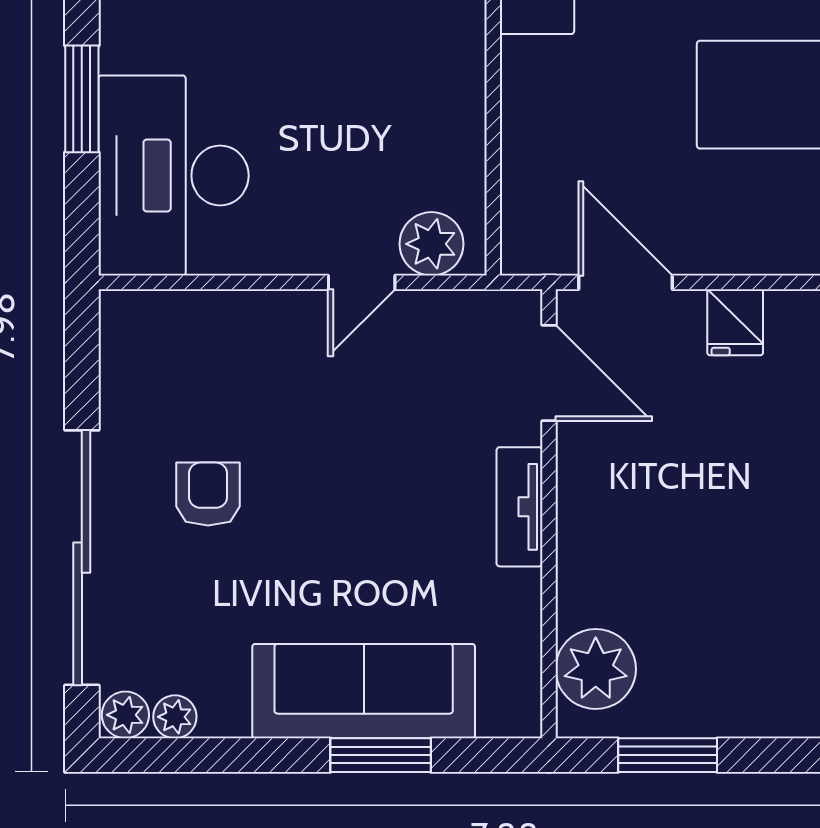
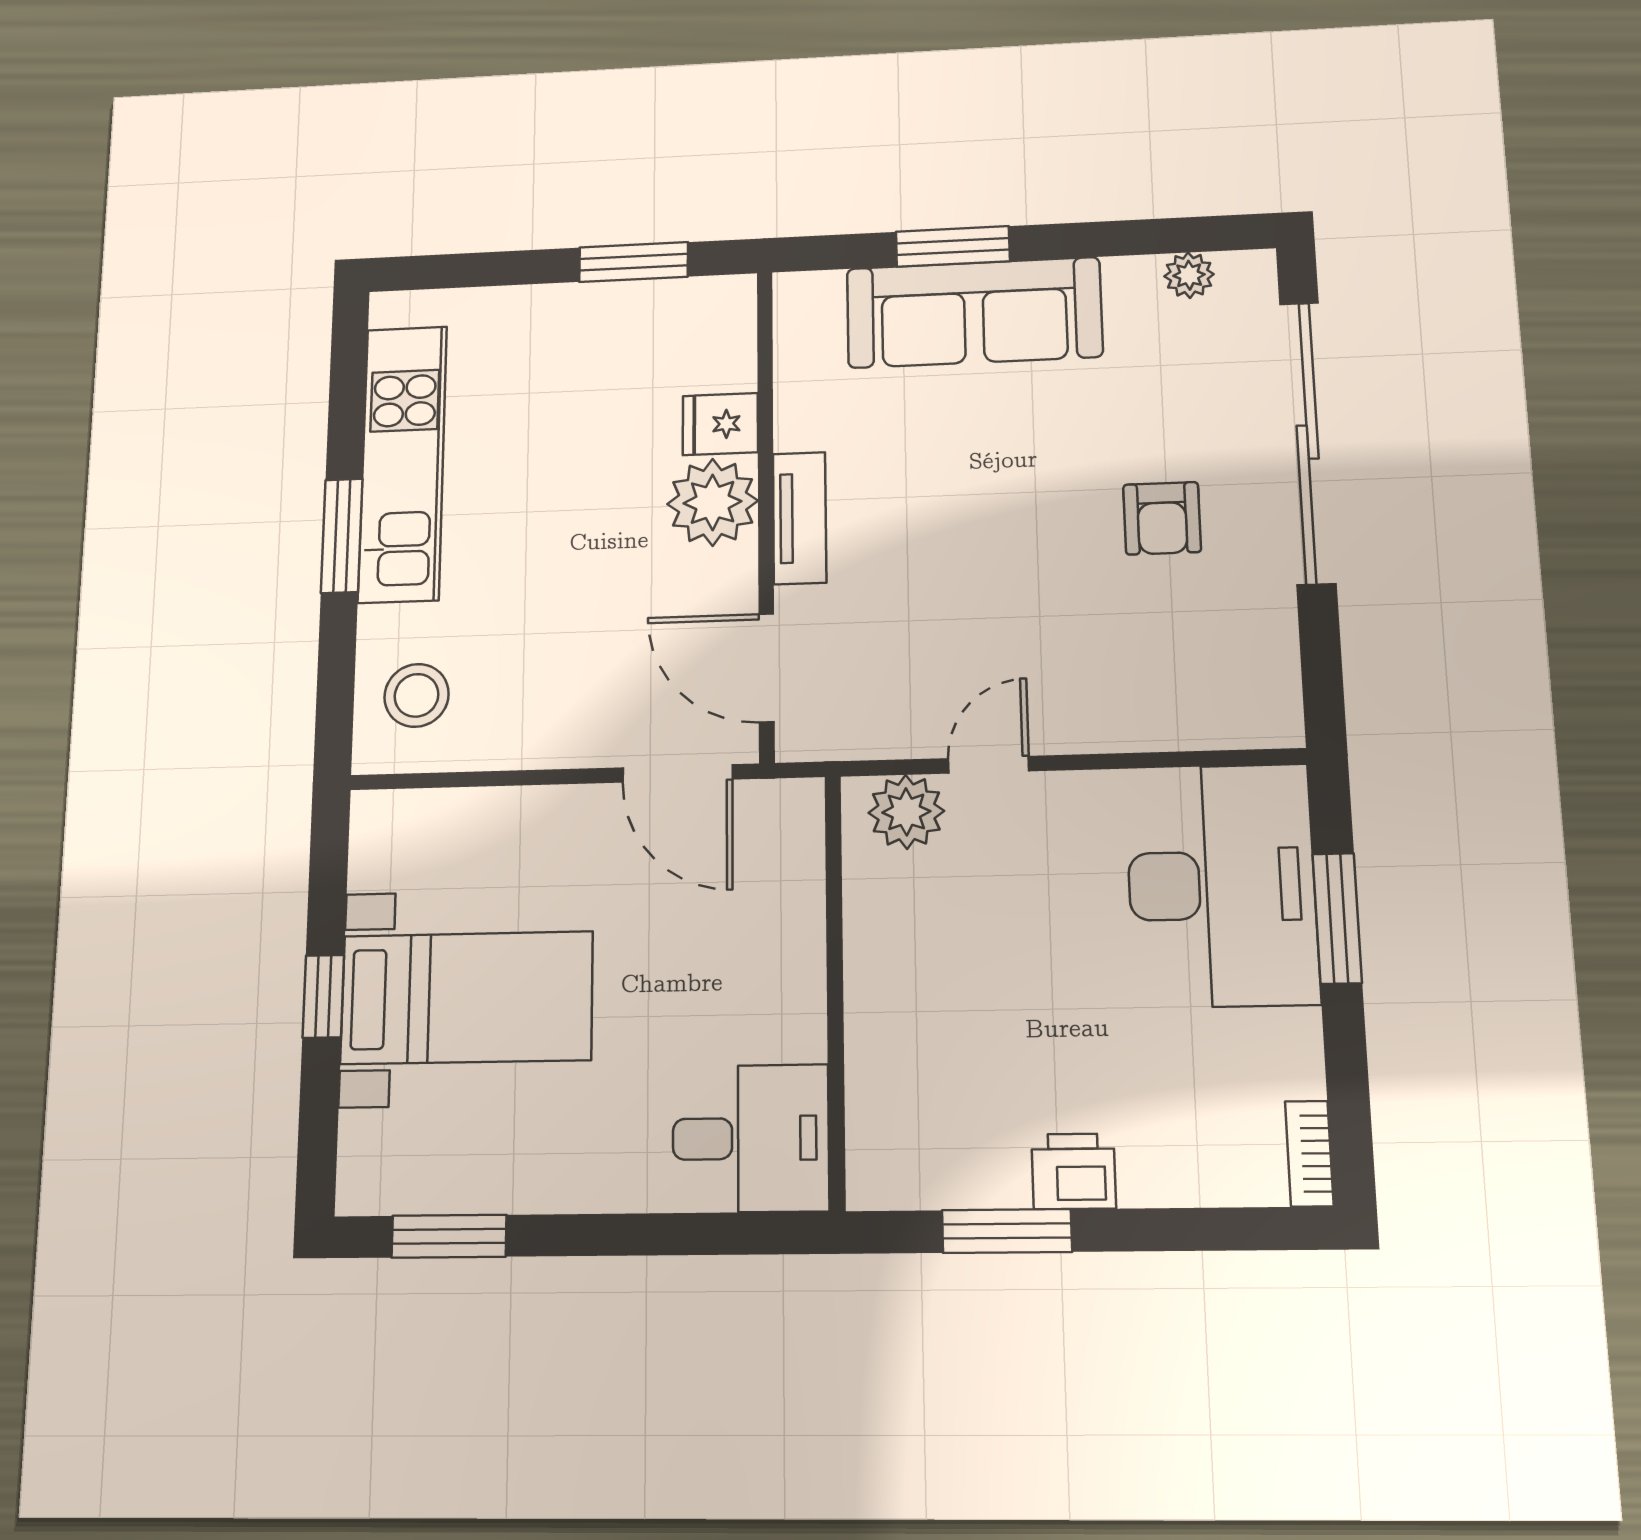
window: (82, 99) -> (1337, 918), moved
fridge: (735, 322) -> (720, 424), moved, turned -90
plant: (596, 669) -> (713, 502), moved
plant: (125, 715) -> (1246, 274), removed

